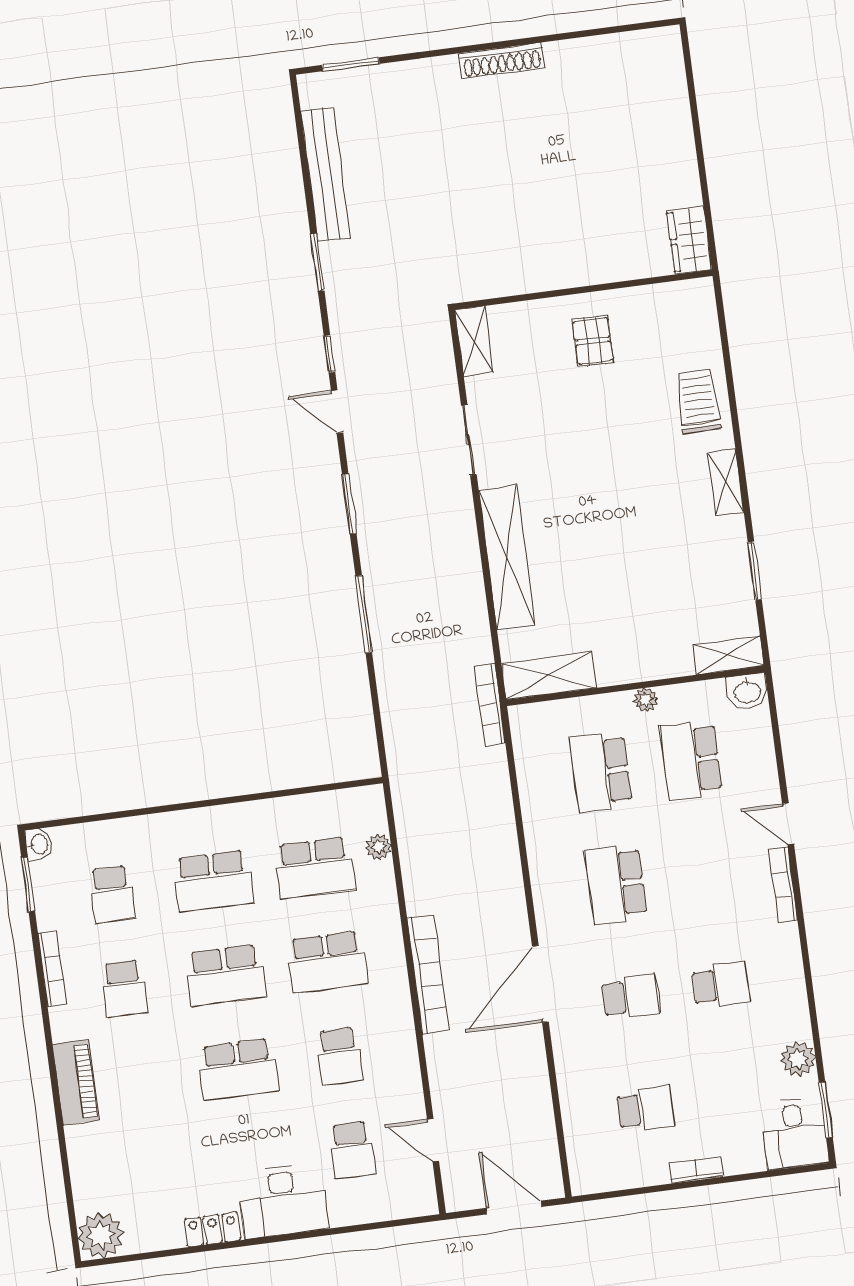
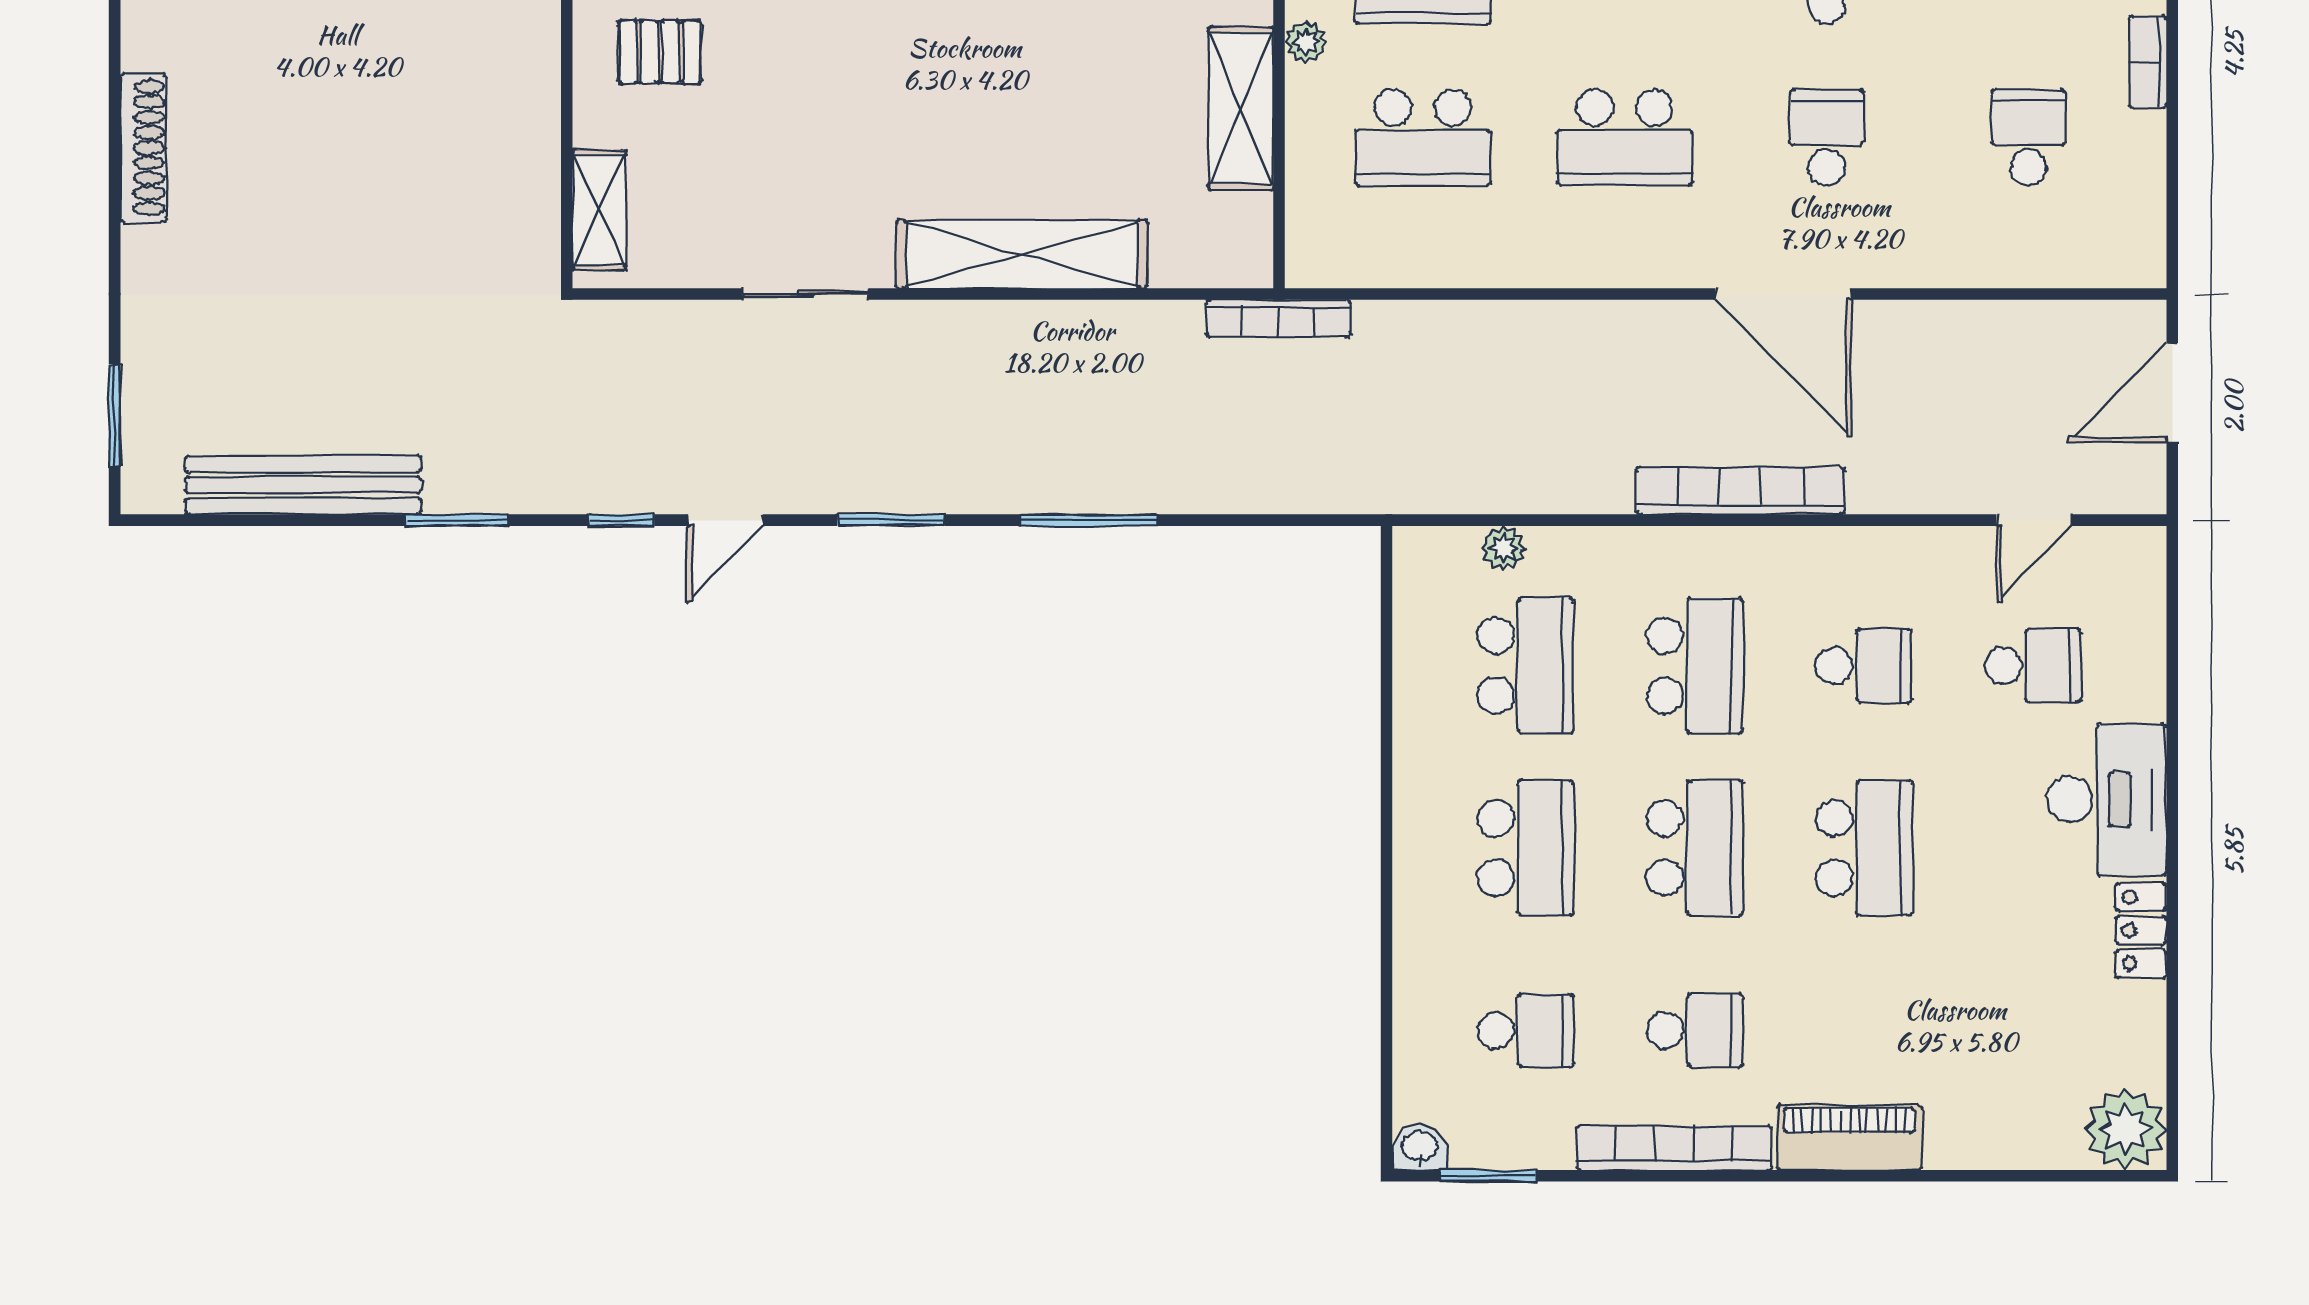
shelving: (474, 341) -> (599, 210), moved, turned 90
shelving: (549, 676) -> (1241, 108), moved
bookcase: (52, 968) -> (1674, 1148), width x1.48, depth x1.31

